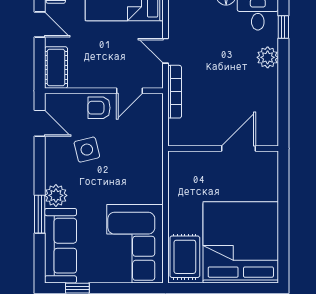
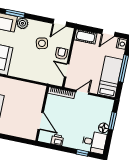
plant: (268, 57) -> (69, 142), removed
printer: (268, 81) -> (57, 140), added
wall: (223, 148) -> (42, 114), moved
door: (238, 148) -> (41, 121), moved

